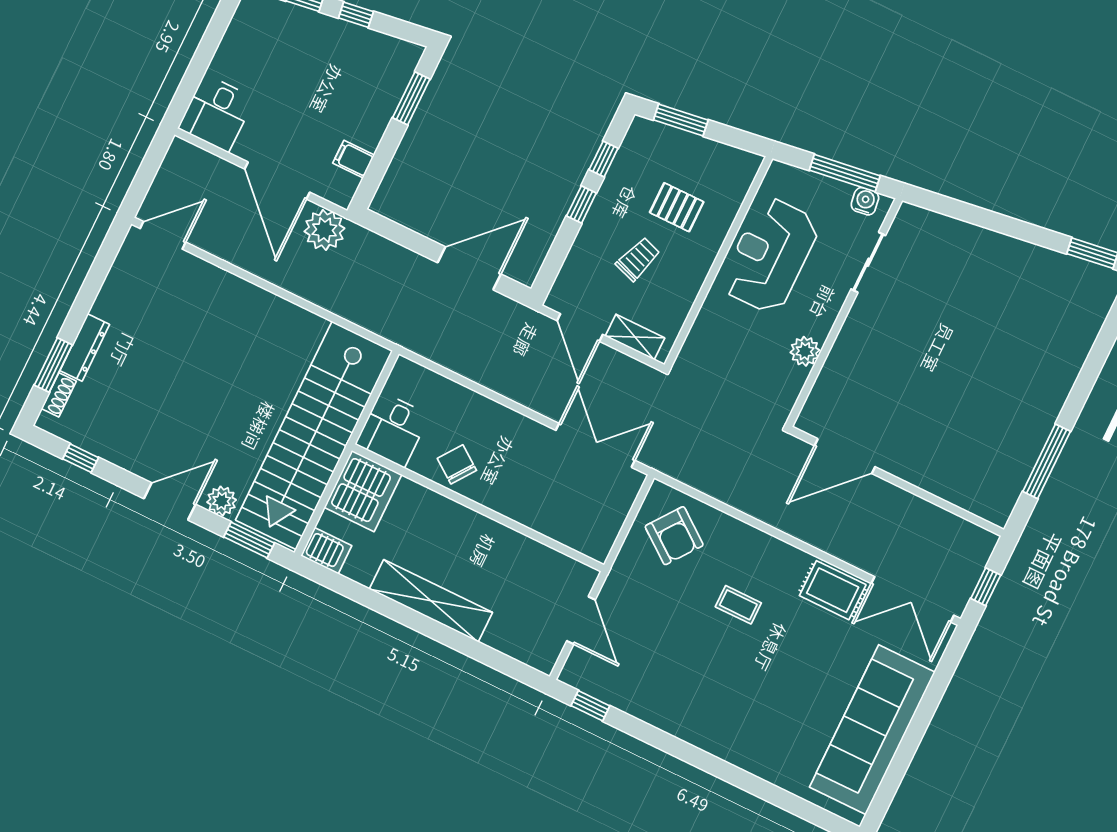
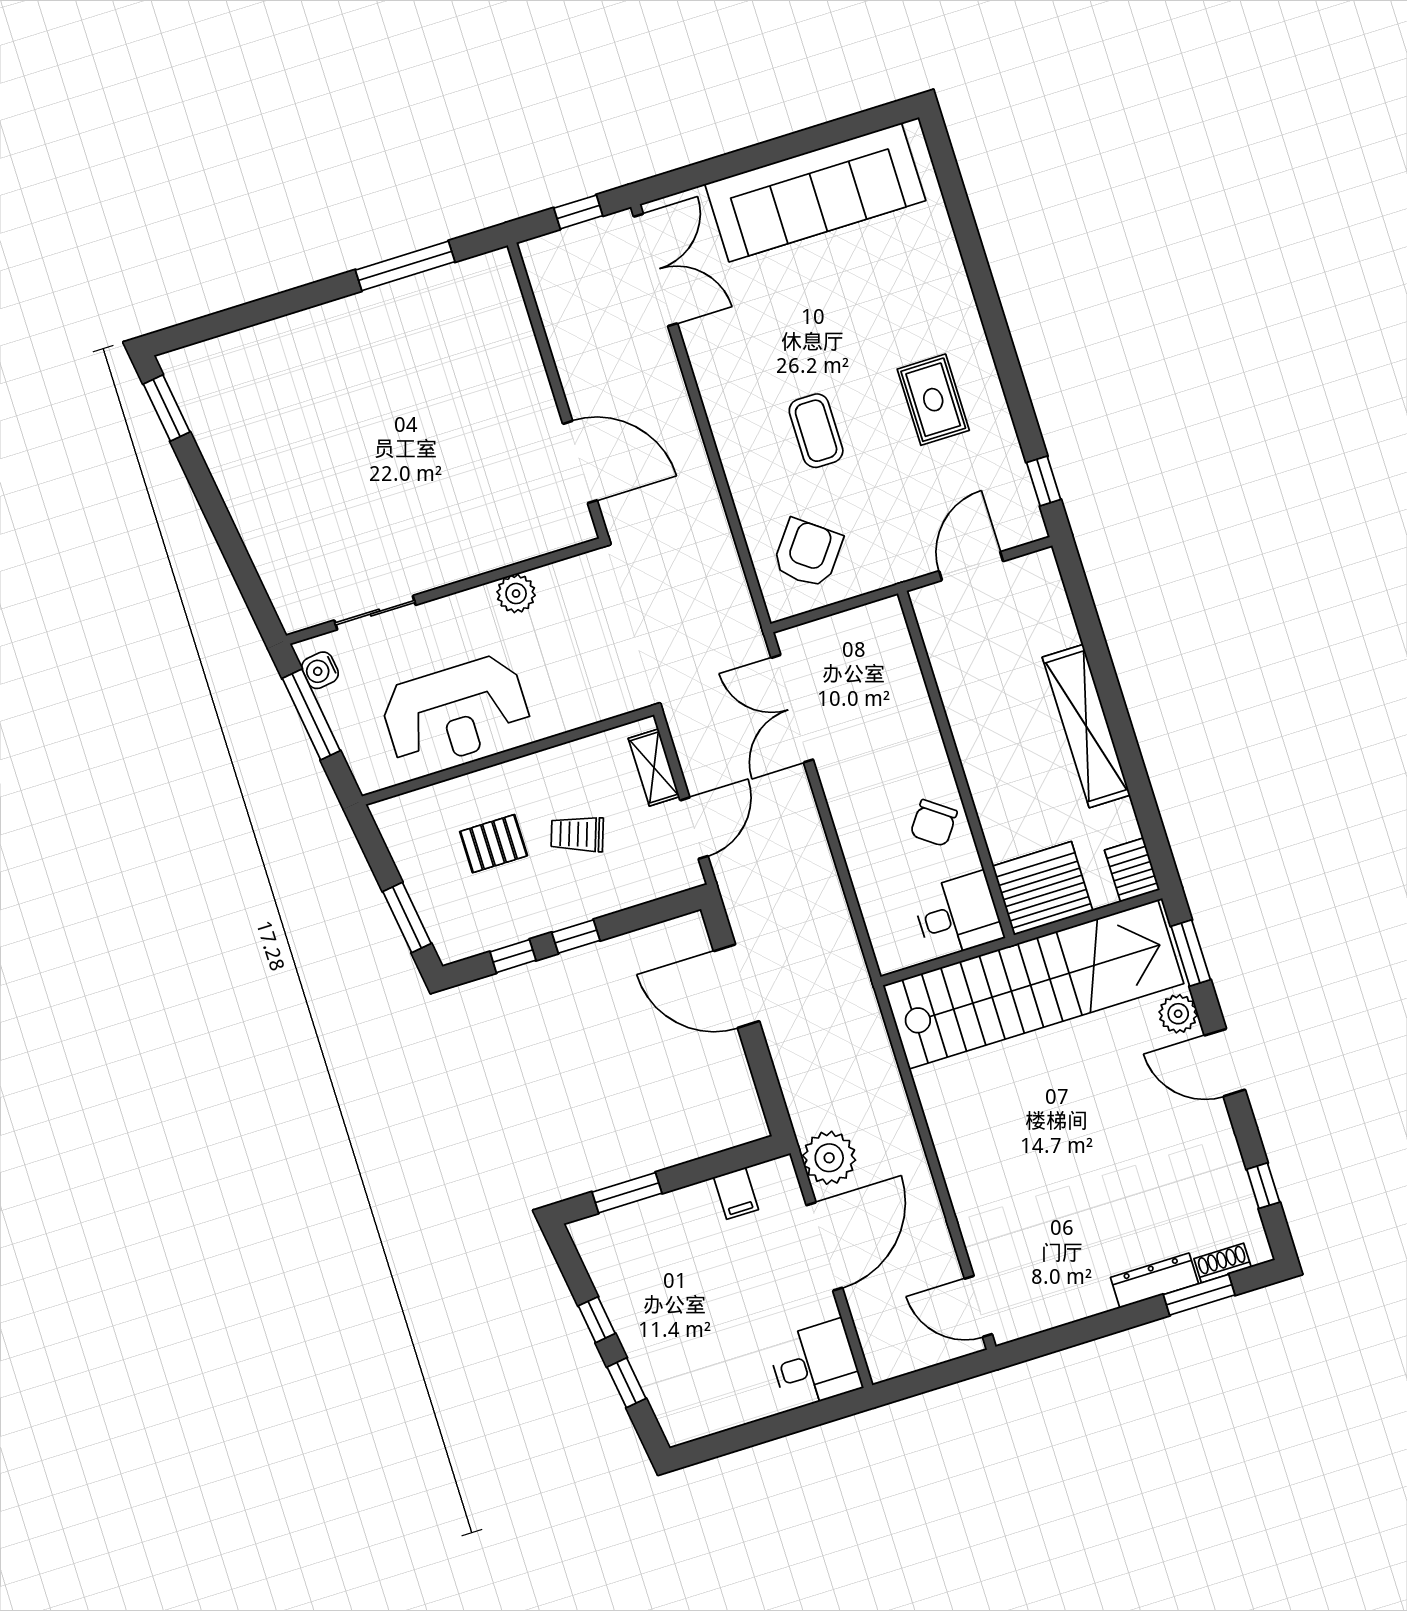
pallet: (677, 207) -> (494, 844), turned 90
rug: (833, 590) -> (933, 400), moved
coffee table: (738, 605) -> (816, 431), width x1.36, depth x1.30

